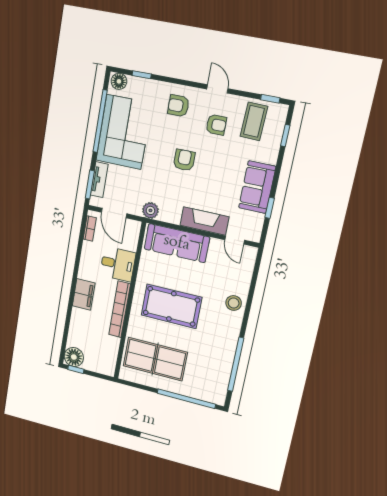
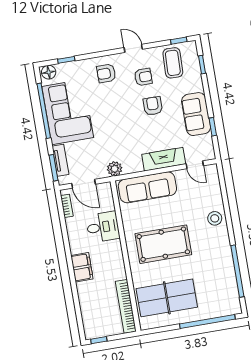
armchair: (184, 160) -> (153, 106), moved
bookcase: (120, 309) -> (126, 306), moved
floor lamp: (74, 357) -> (93, 329), removed

